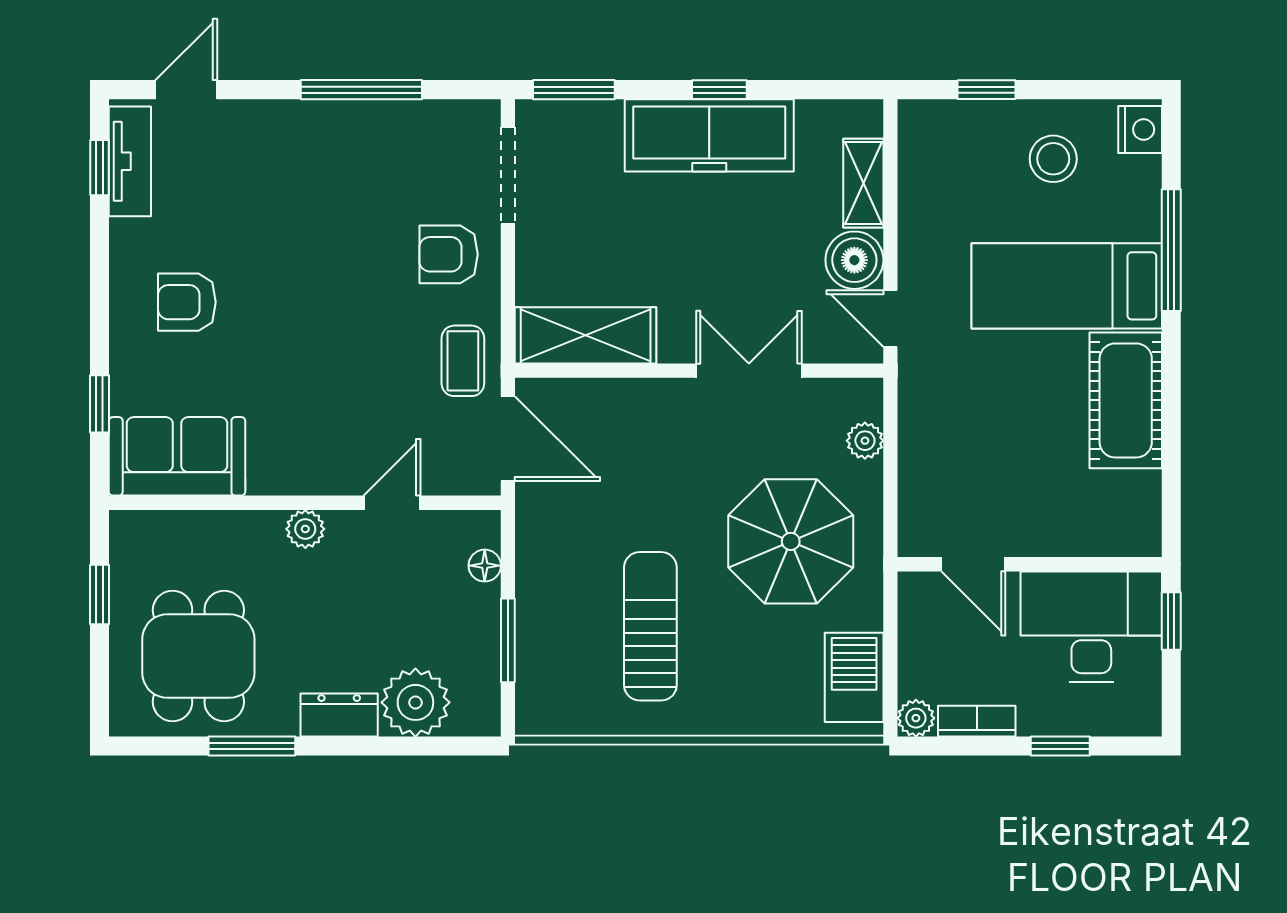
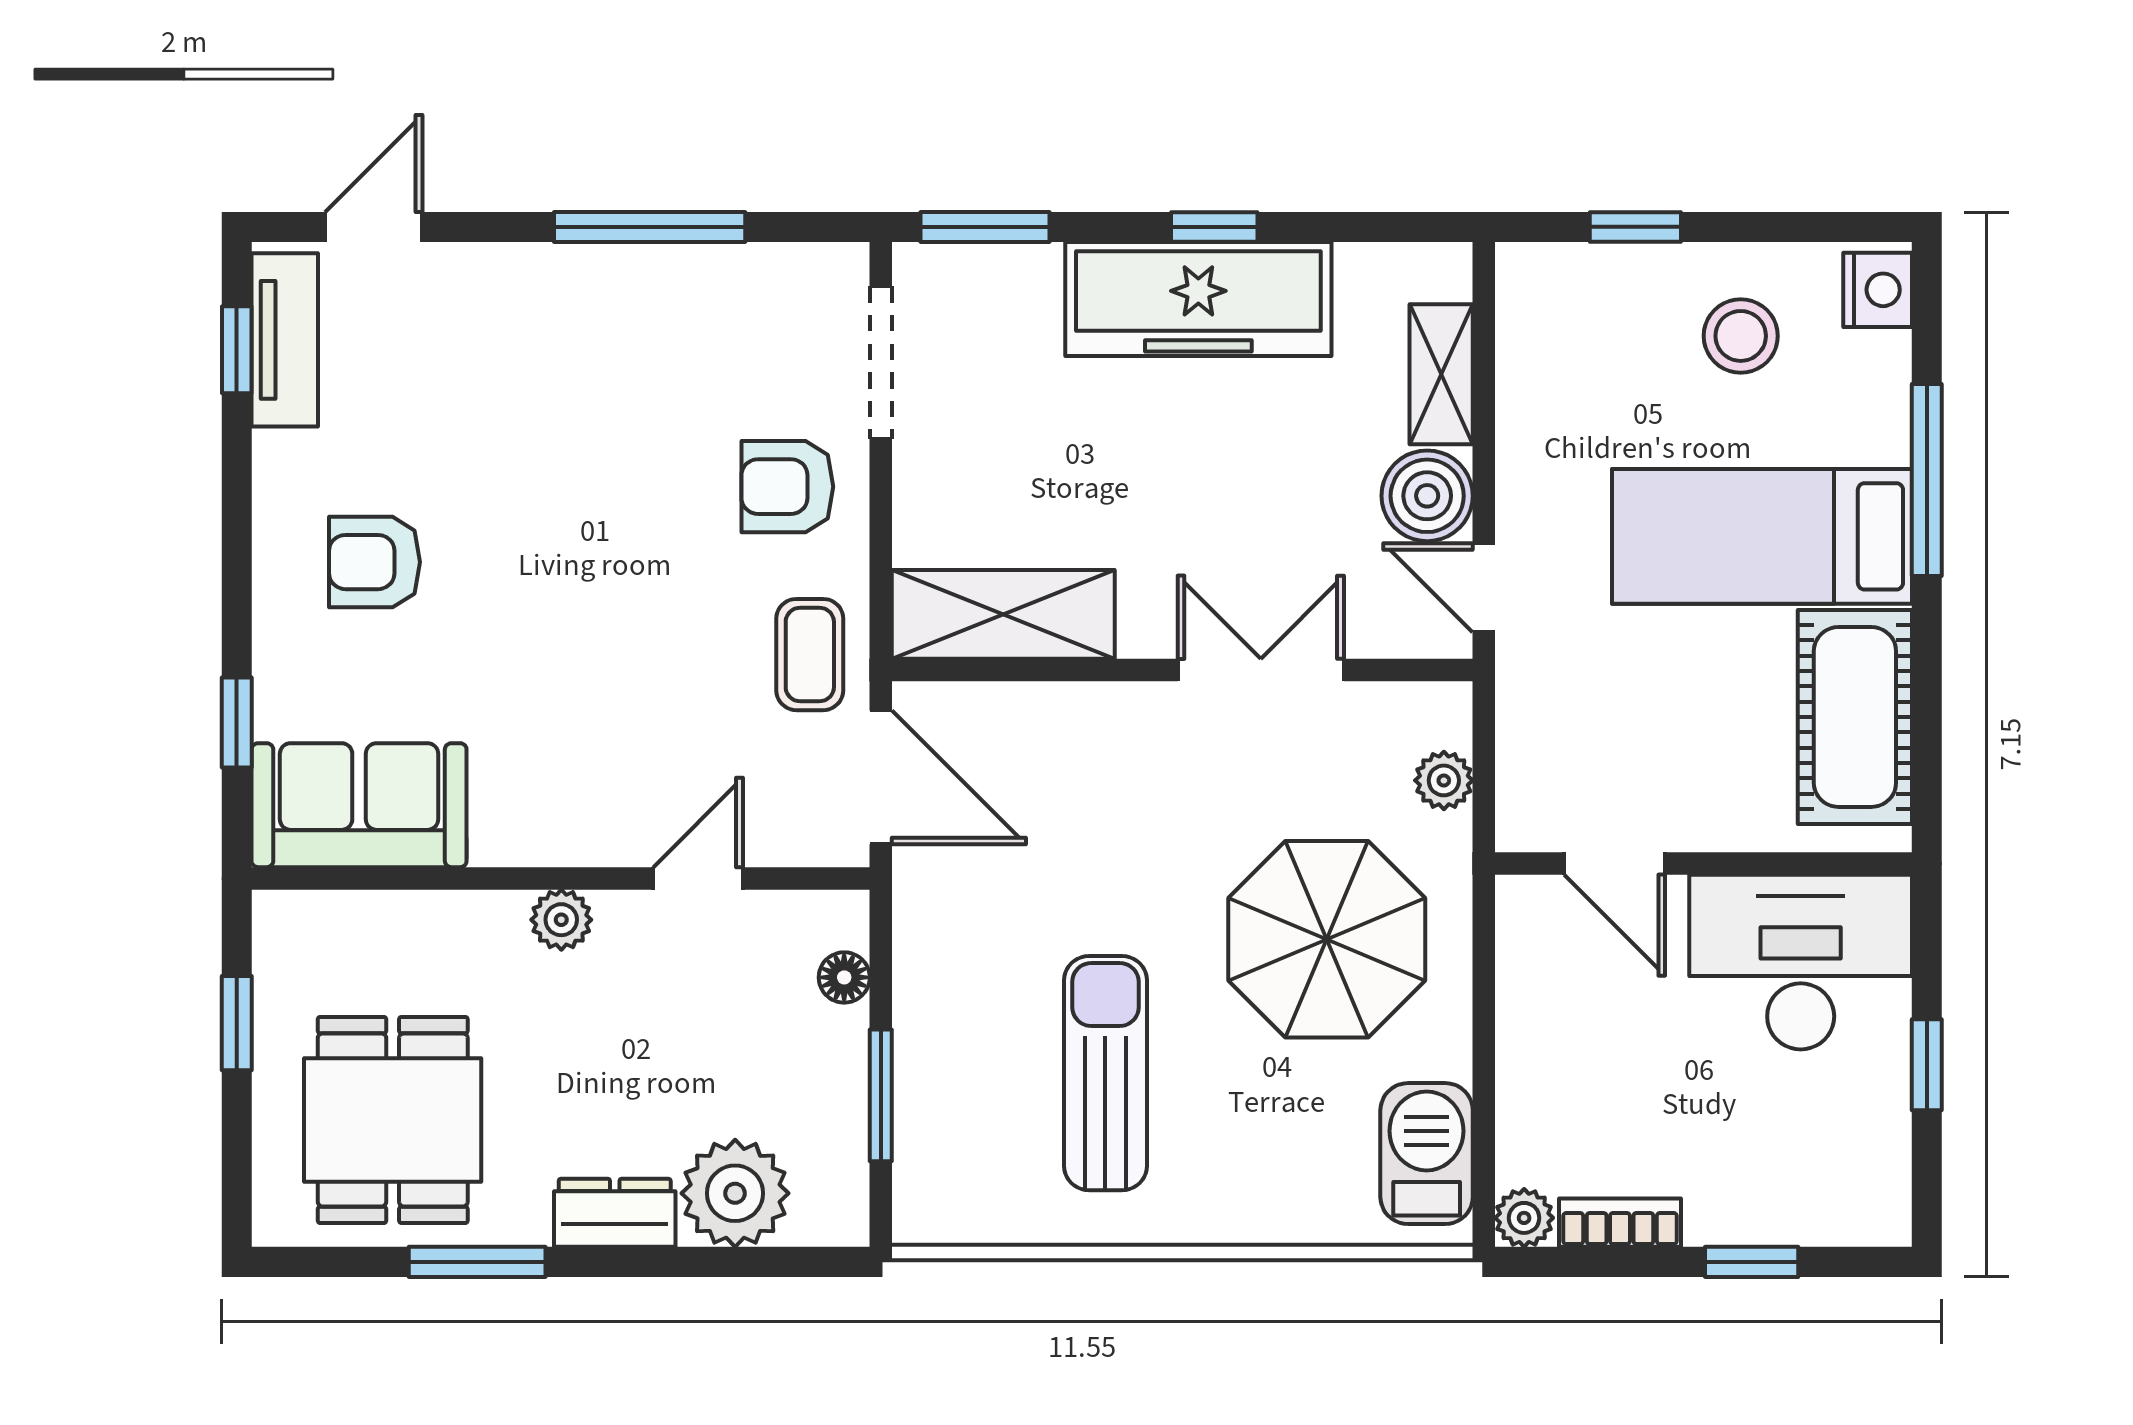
door: (973, 564) -> (1615, 864), moved
wall: (1030, 564) -> (1703, 864), moved
desk: (1091, 627) -> (1801, 962), moved

